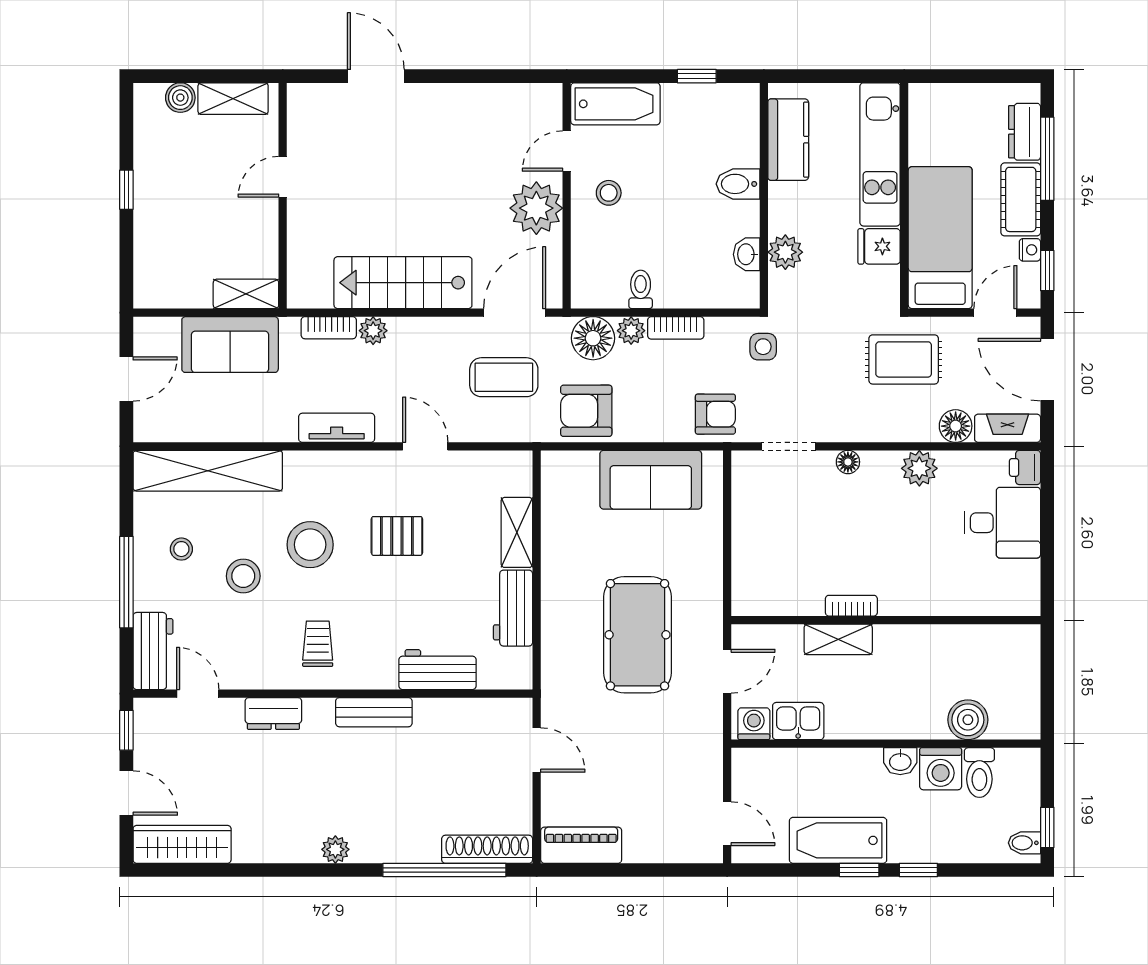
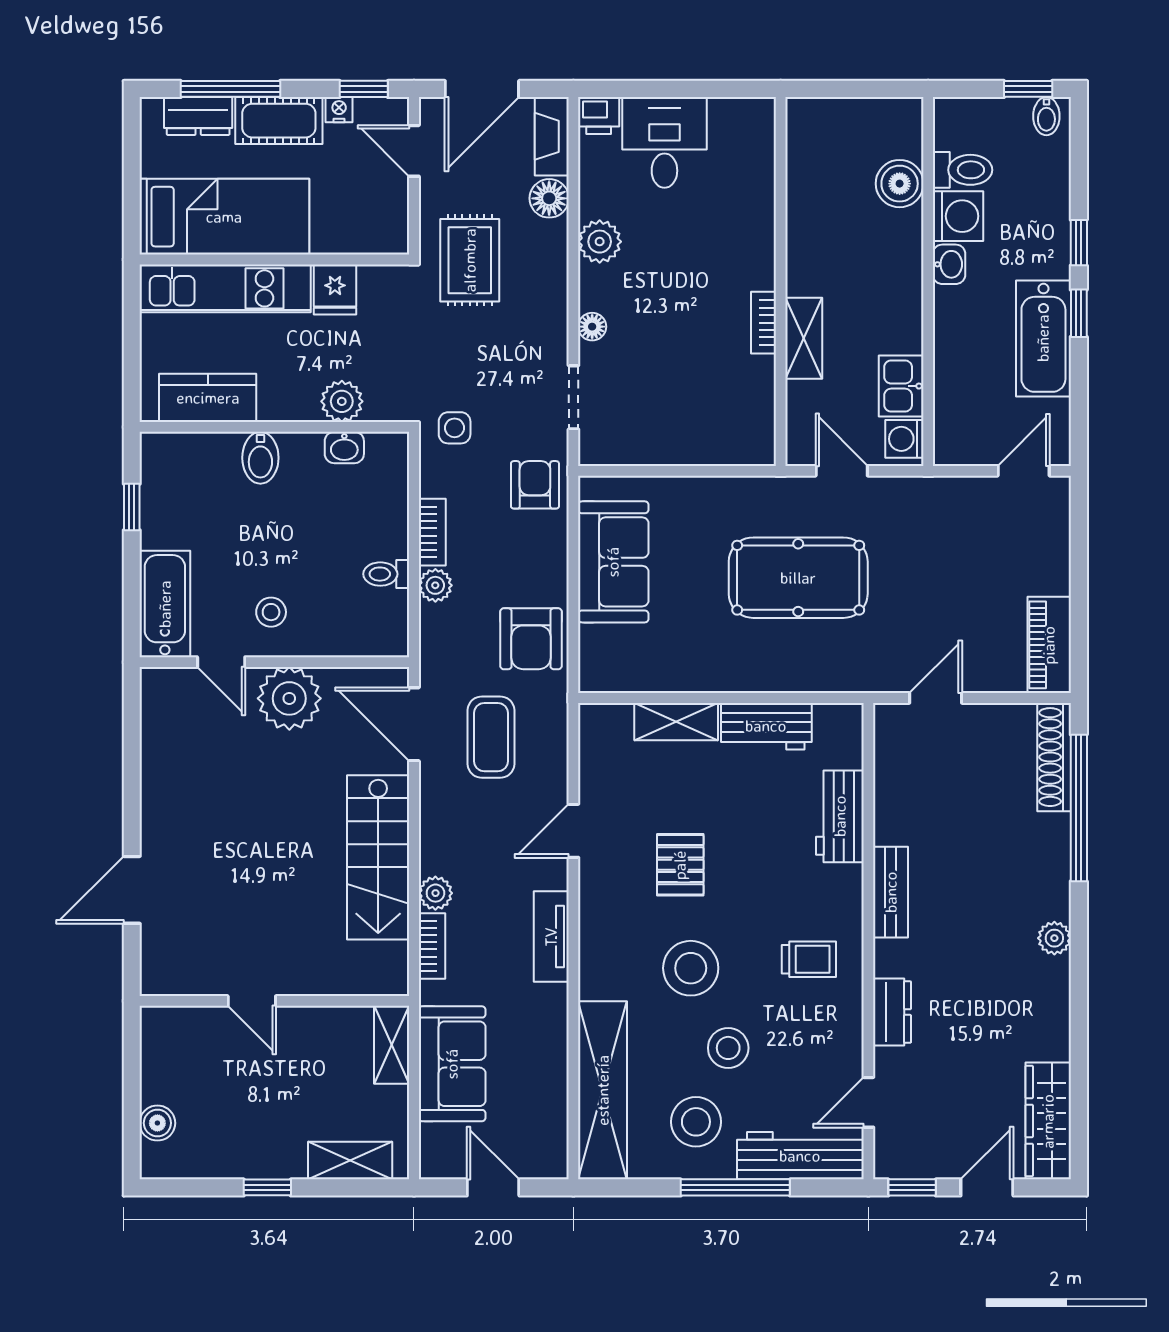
shelving: (233, 99) -> (350, 1161), moved, turned 90
bed: (940, 238) -> (224, 217), moved, turned 180
floor lamp: (593, 338) -> (444, 631), removed
stool: (181, 549) -> (696, 1122), width x1.89, depth x1.89
trolley: (318, 644) -> (809, 959), turned 180
workbench: (153, 651) -> (800, 1156), width x1.38

